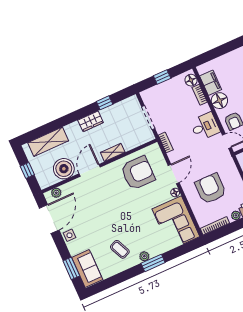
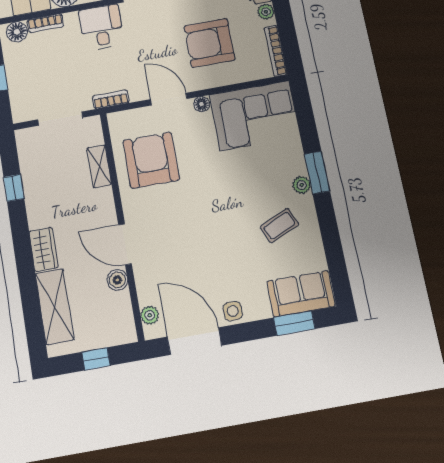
wardrobe: (91, 121) -> (44, 249), moved
shelving: (113, 152) -> (99, 166), moved
boiler: (64, 169) -> (117, 280), width x0.54, depth x0.54

